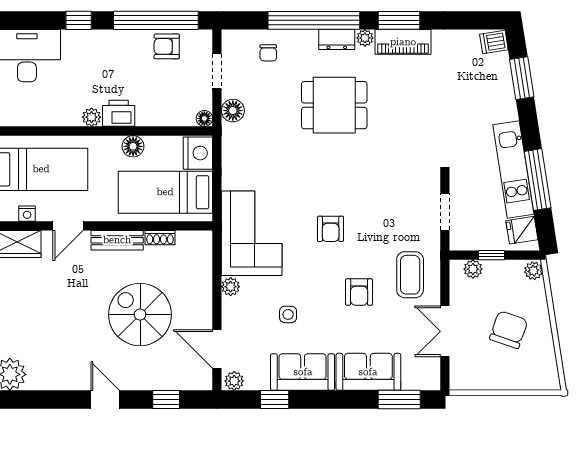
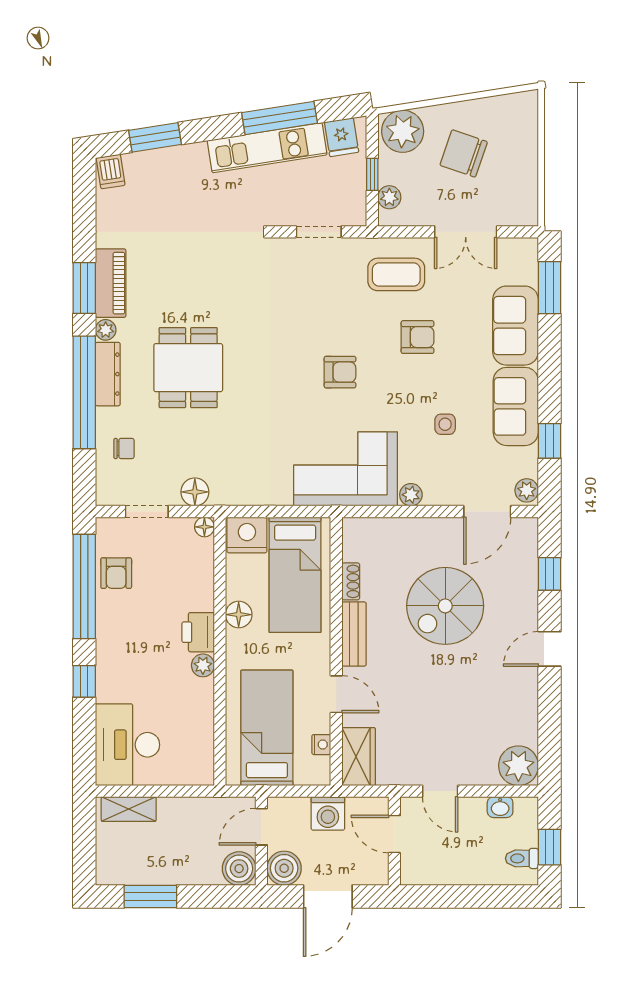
dresser: (337, 40) -> (108, 374), width x1.44
plant: (533, 271) -> (403, 131), width x1.87, depth x1.87

